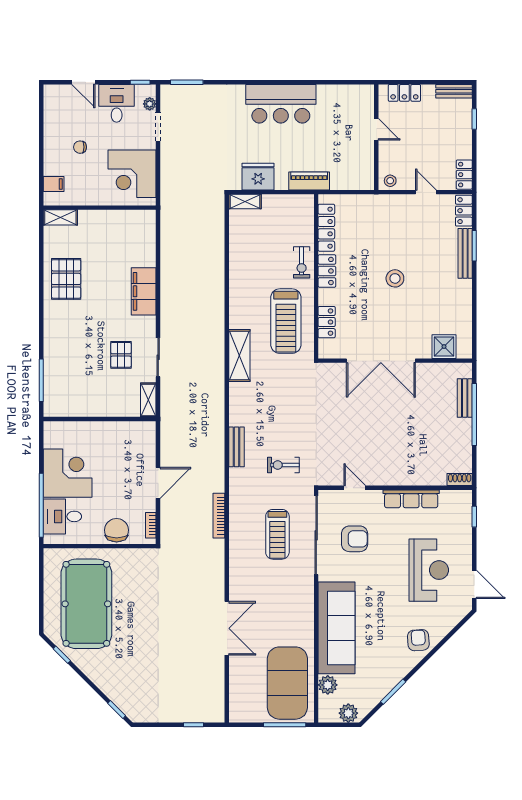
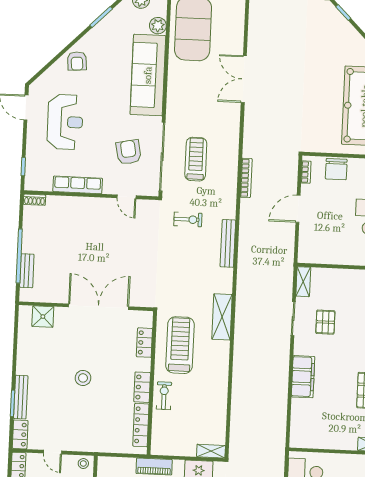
bench: (236, 447) -> (228, 243), width x1.36
armchair: (355, 539) -> (129, 152), turned 79
reception desk: (429, 570) -> (65, 122), turned 180

